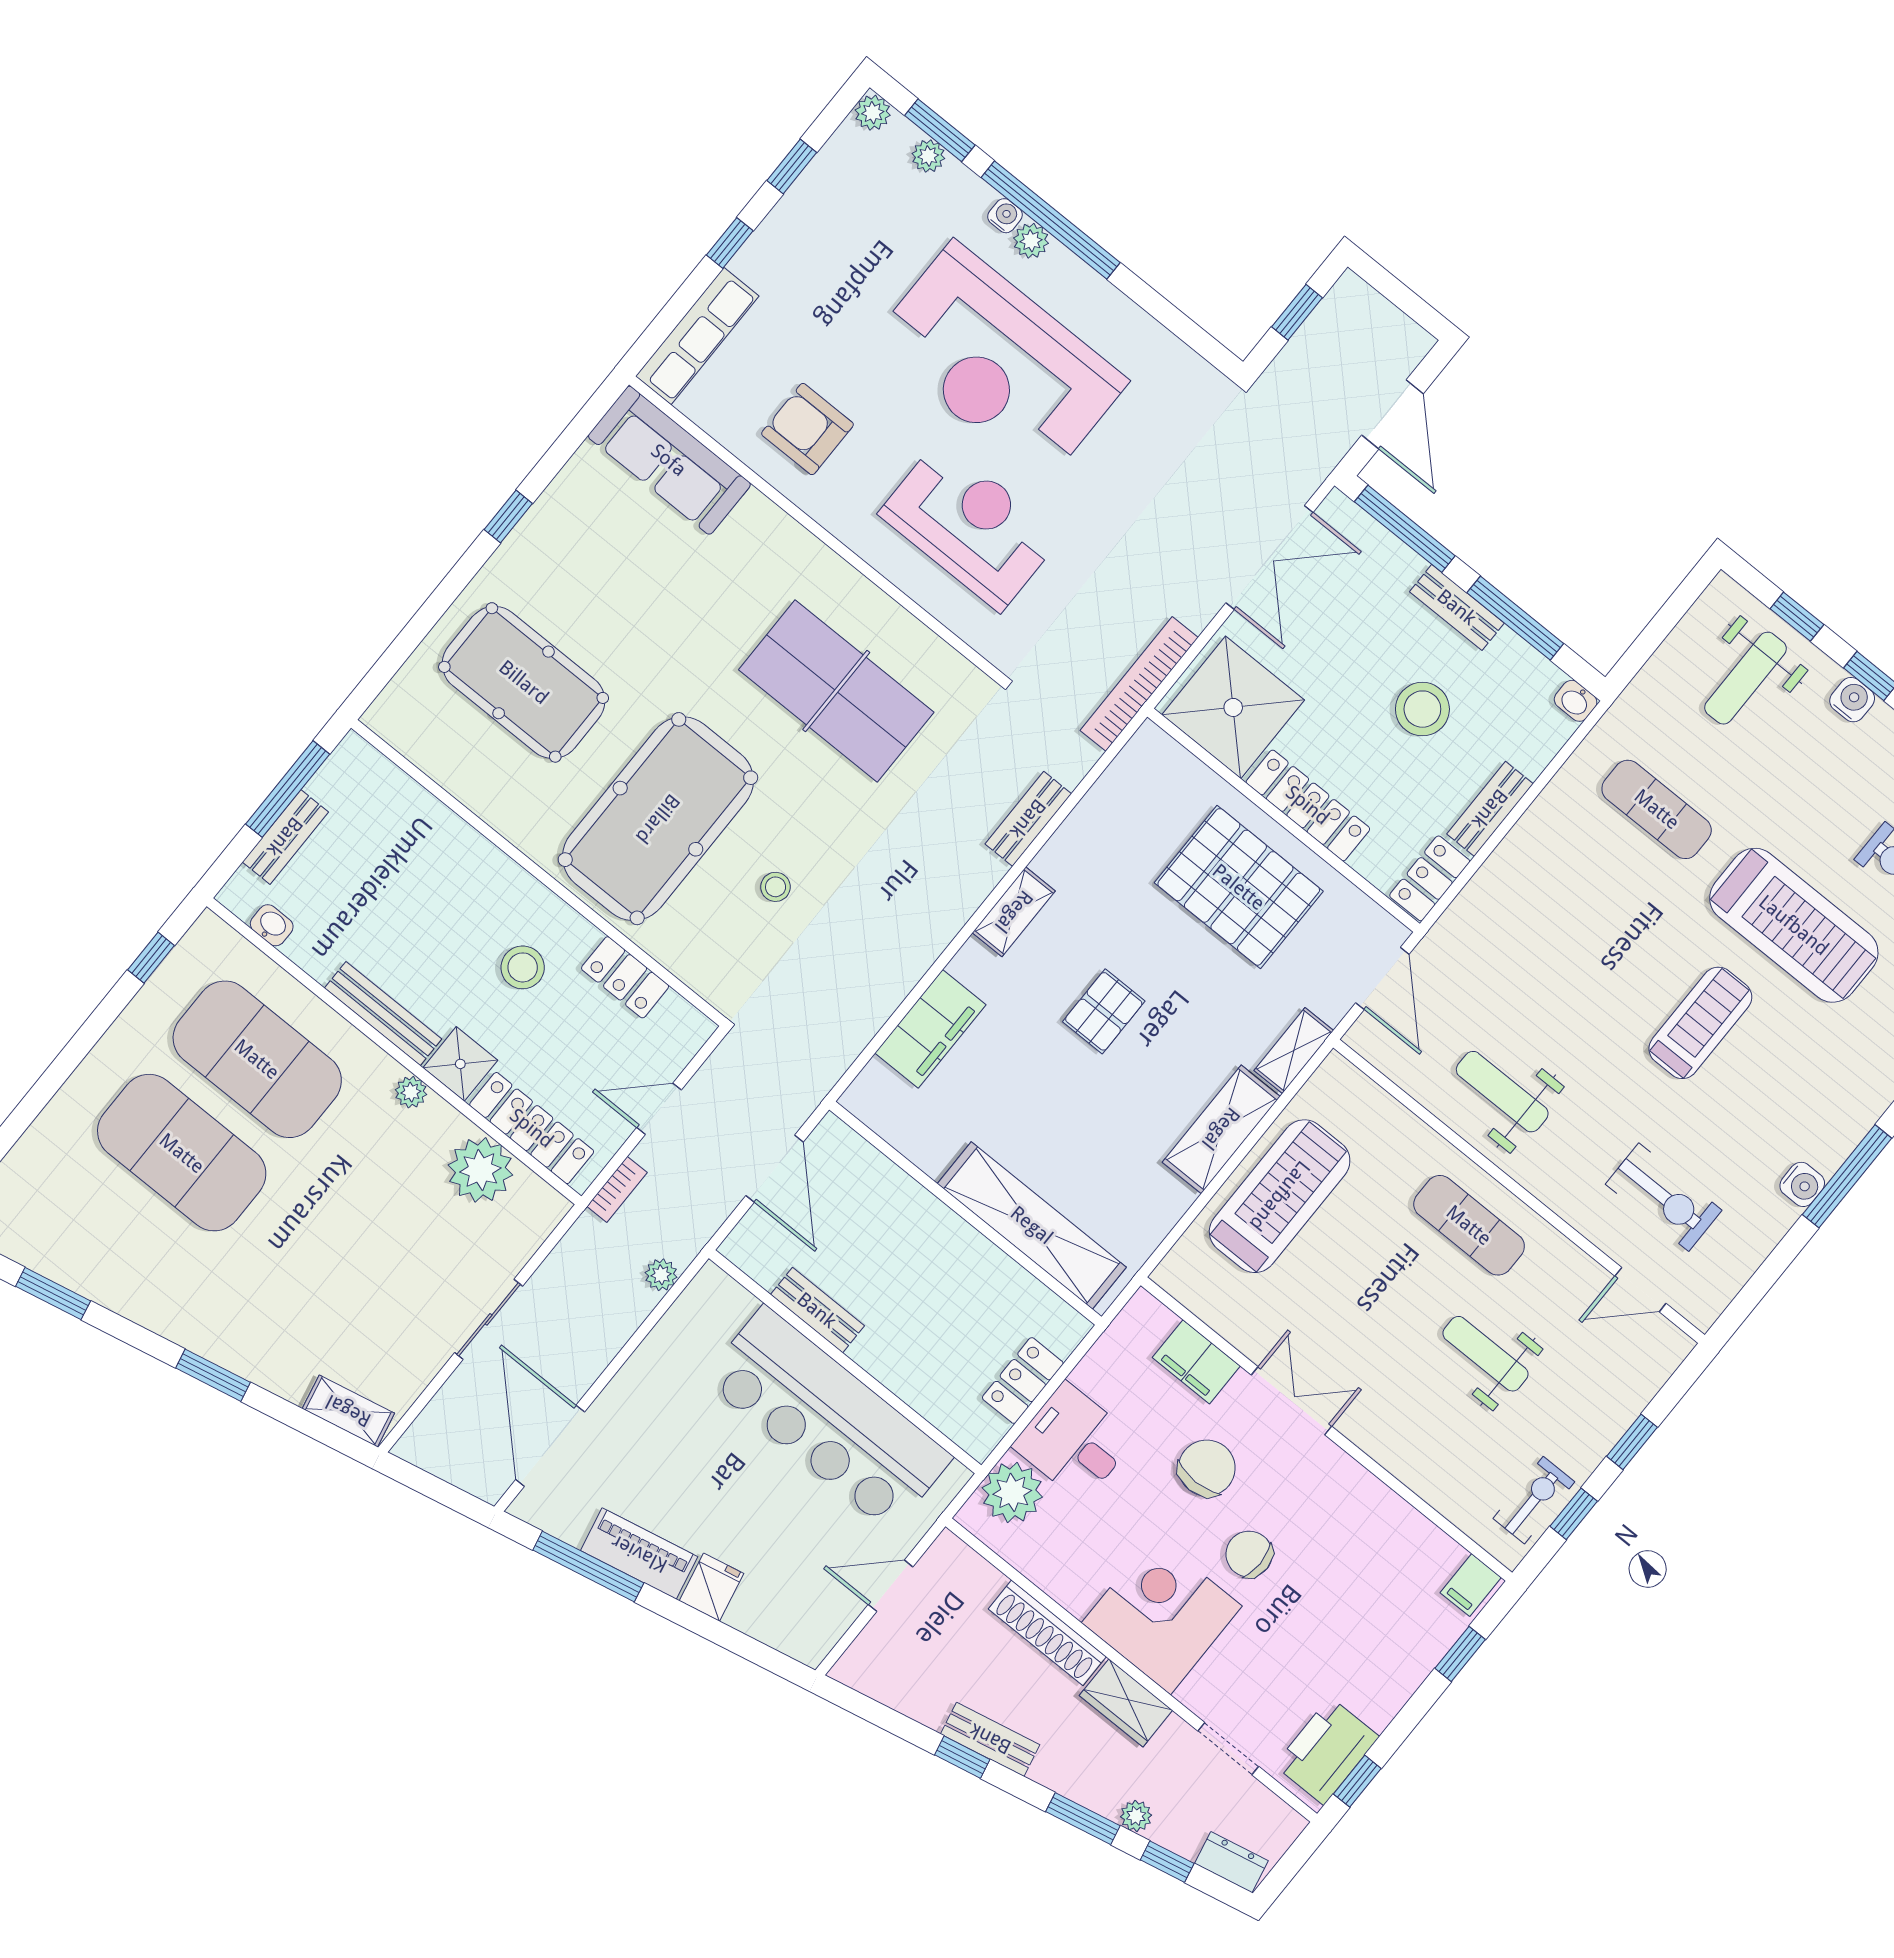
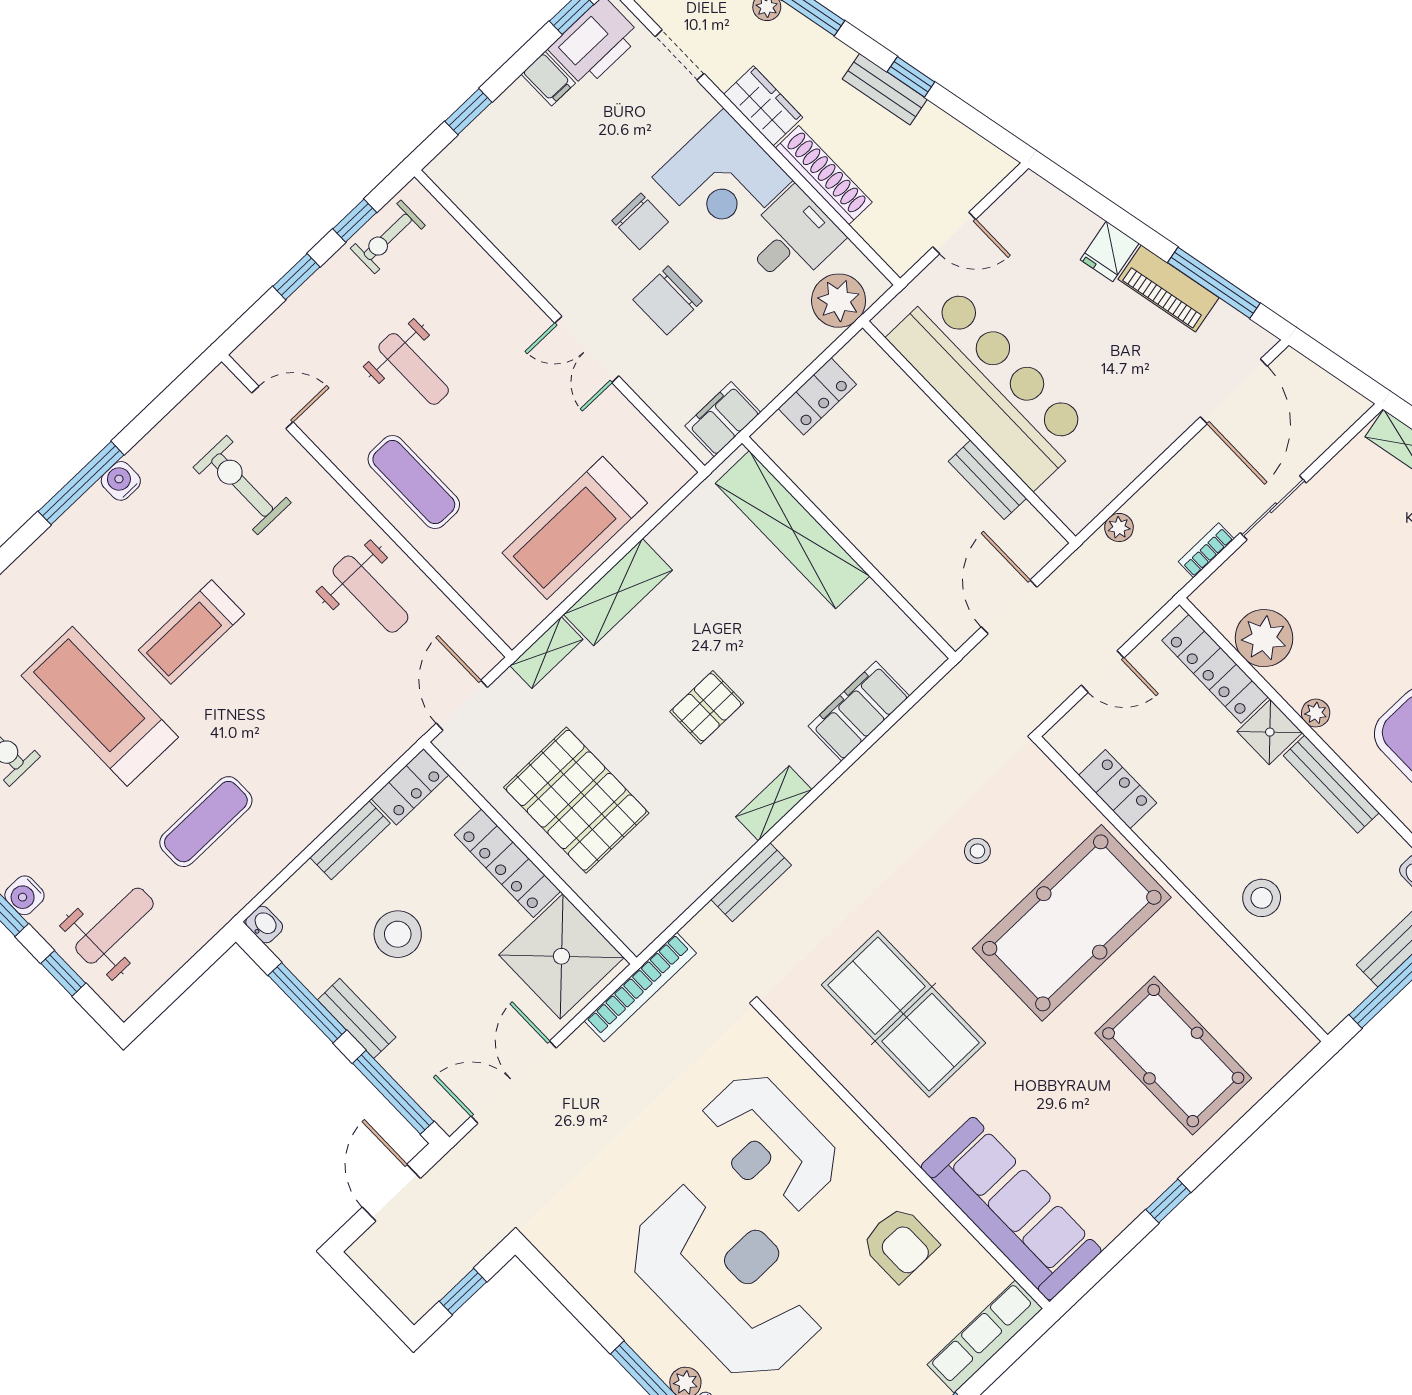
sofa: (669, 460) -> (1011, 1209), width x1.36, depth x1.27
exercise mat: (1657, 809) -> (206, 822), turned 90
stool: (523, 967) -> (1262, 898), moved
bookcase: (617, 1189) -> (1206, 550), moved
filing cabinet: (1196, 1362) -> (723, 419), moved, turned -90
desk: (1074, 1442) -> (792, 238), moved, turned -90
filing cabinet: (1471, 1585) -> (548, 79), moved, turned 90

